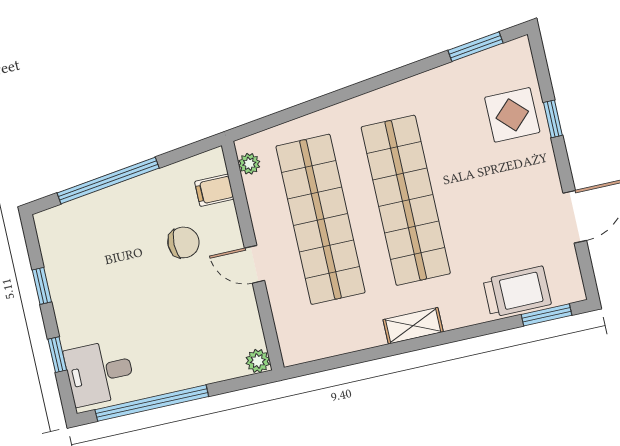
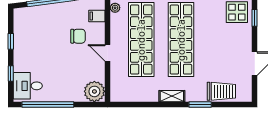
window: (547, 315) -> (200, 104), moved
plant: (258, 361) -> (94, 91), width x1.88, depth x1.88

